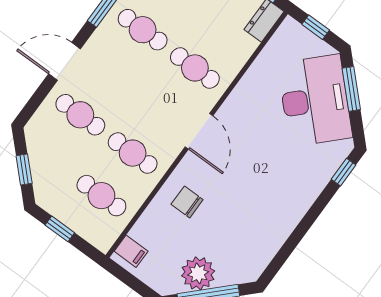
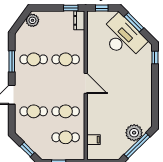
chair: (187, 202) -> (101, 115), removed
filing cabinet: (131, 251) -> (94, 140), moved
plant: (198, 273) -> (134, 133), moved

